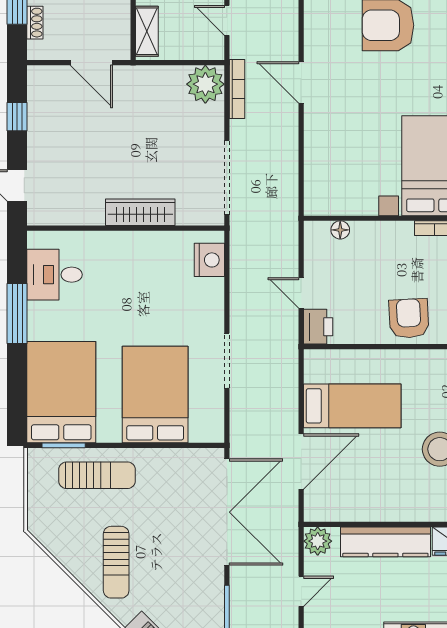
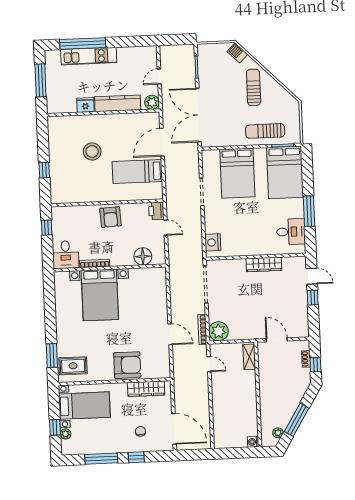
window: (17, 117) -> (313, 298), moved
wardrobe: (140, 212) -> (264, 264), moved
floor lamp: (340, 230) -> (143, 256), width x1.89, depth x1.89

